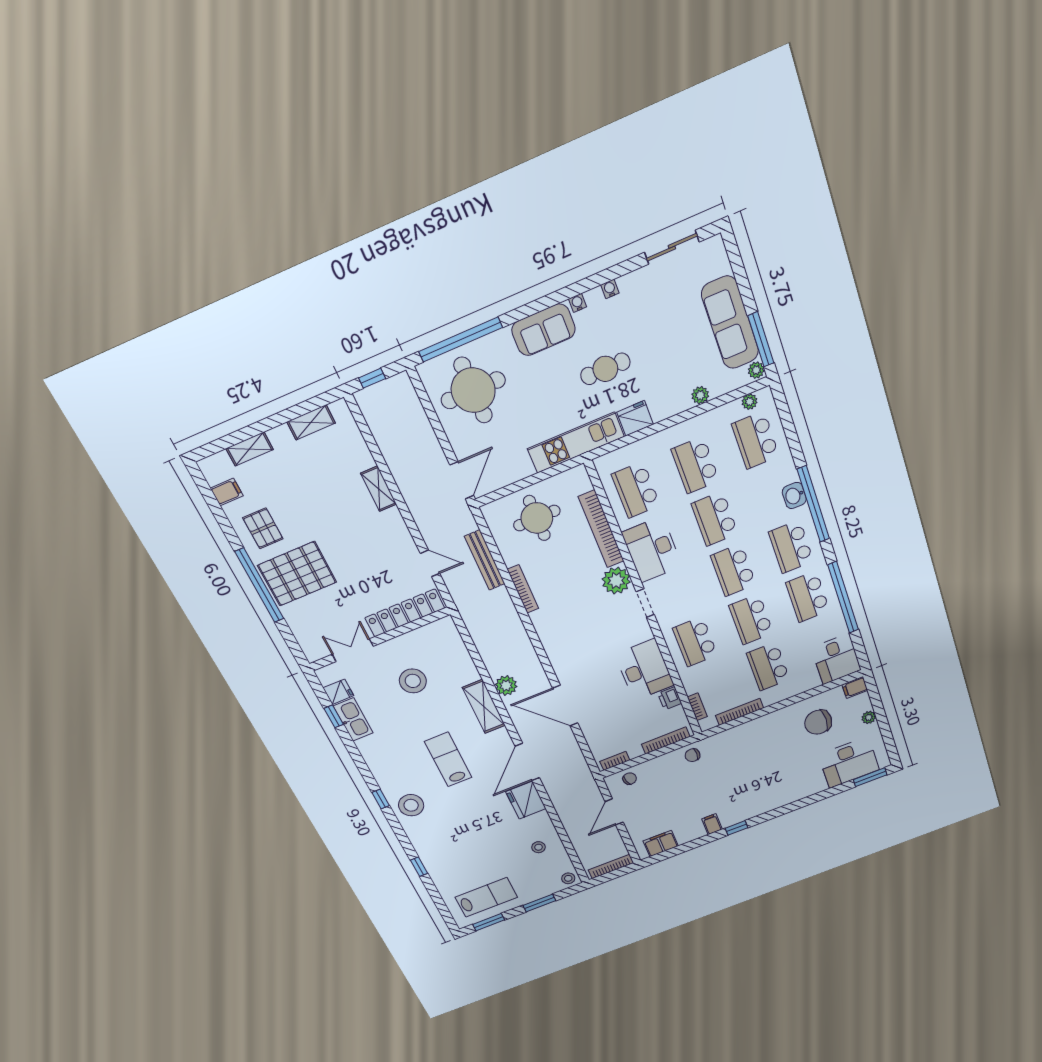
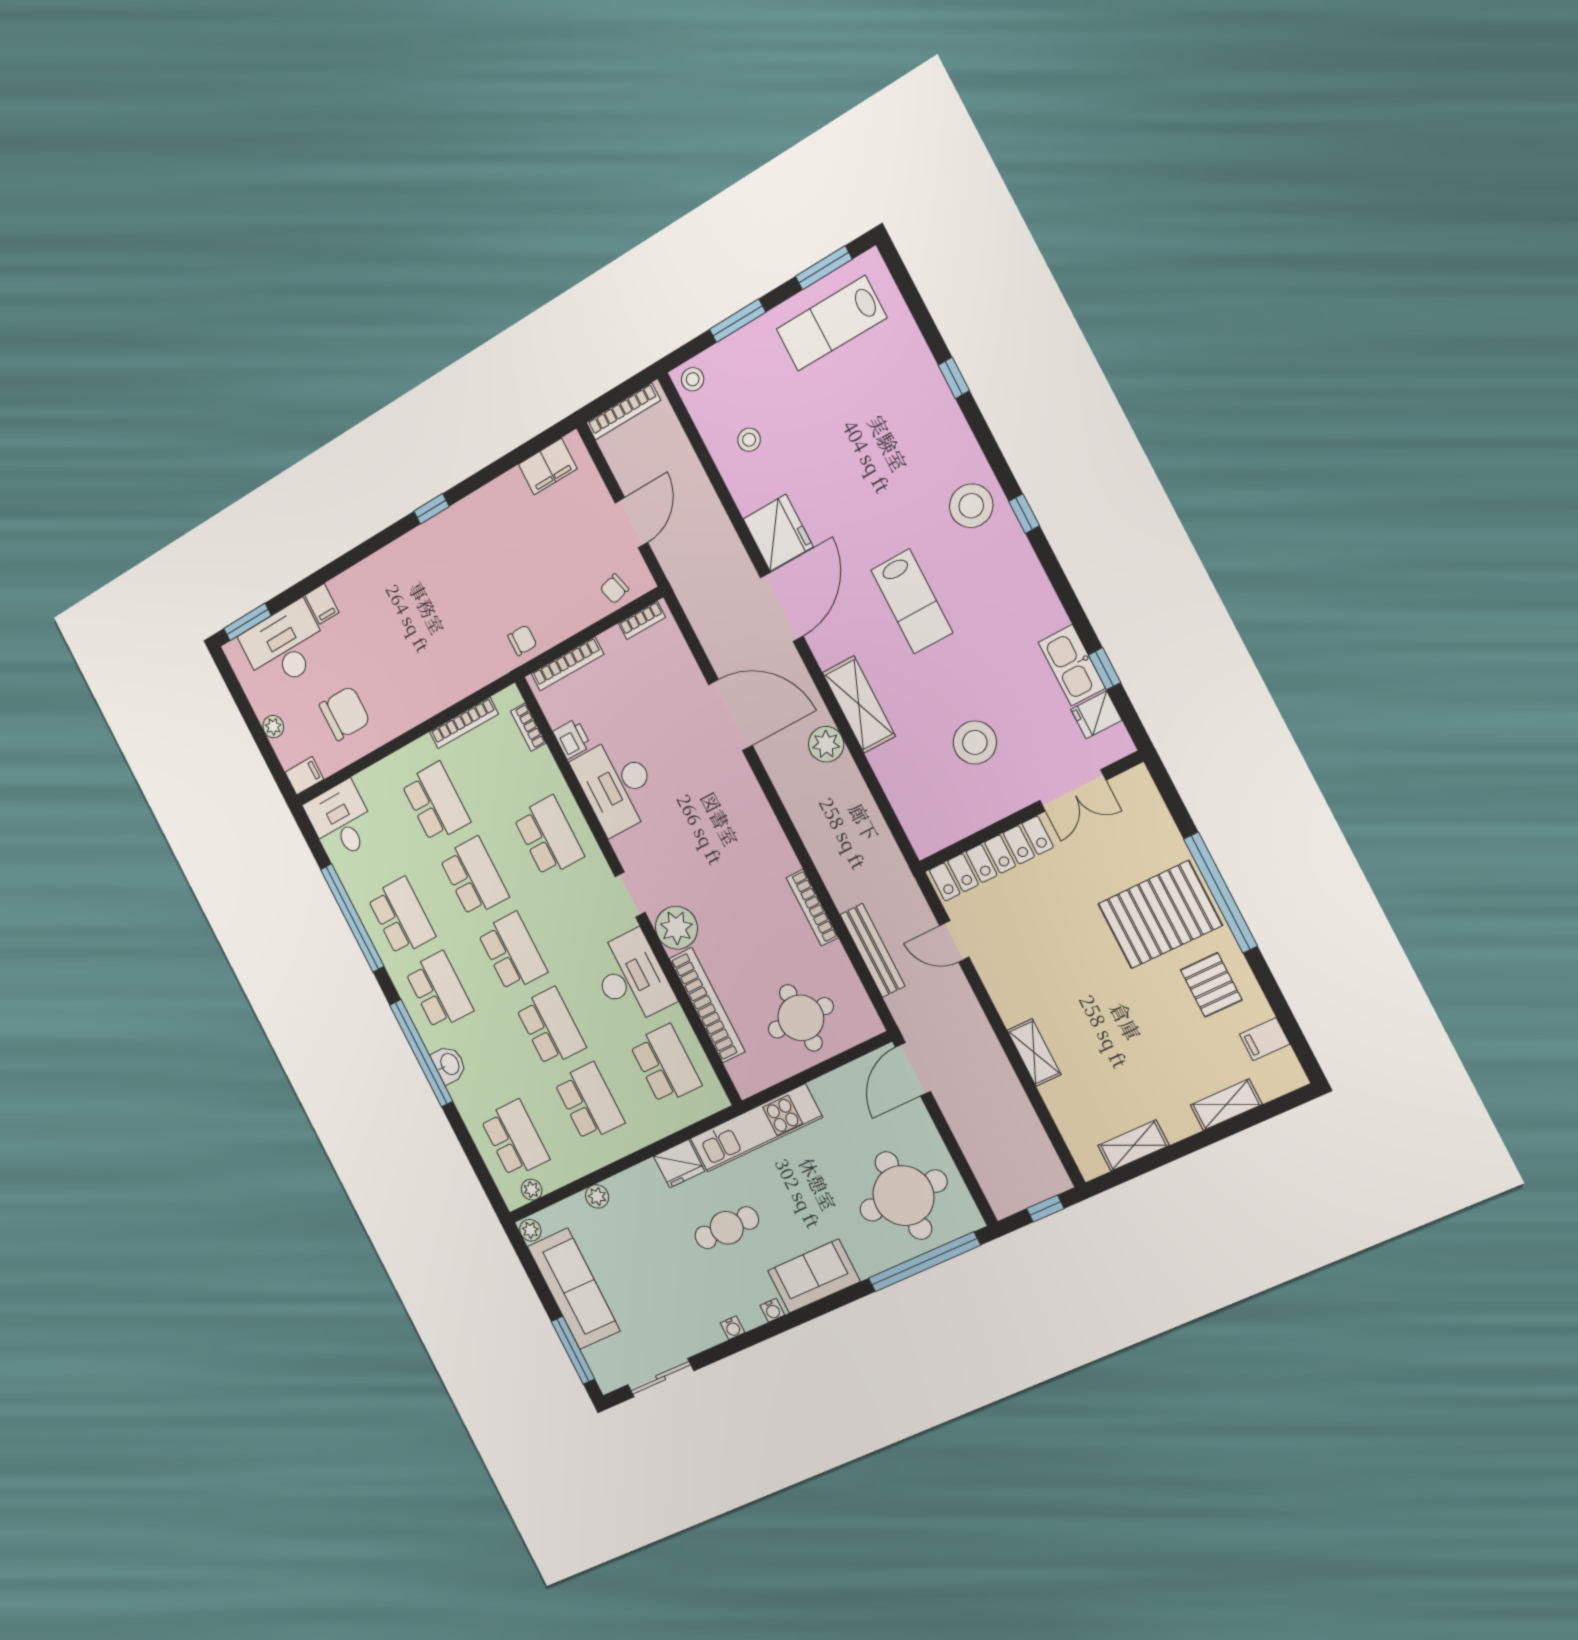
window: (761, 339) -> (573, 1350), moved
filing cabinet: (712, 824) -> (322, 604), moved

